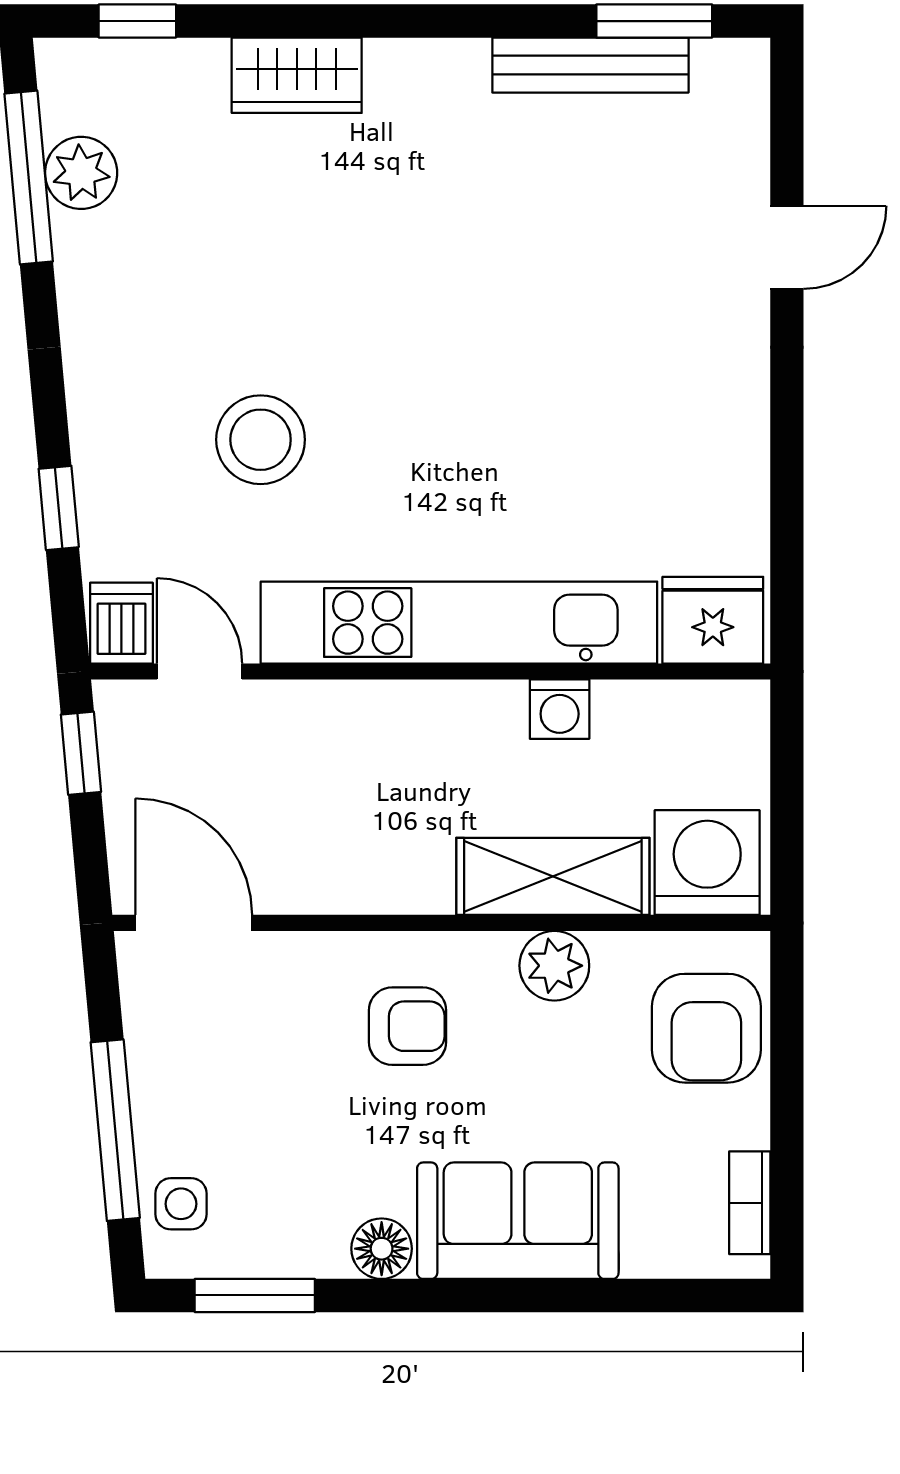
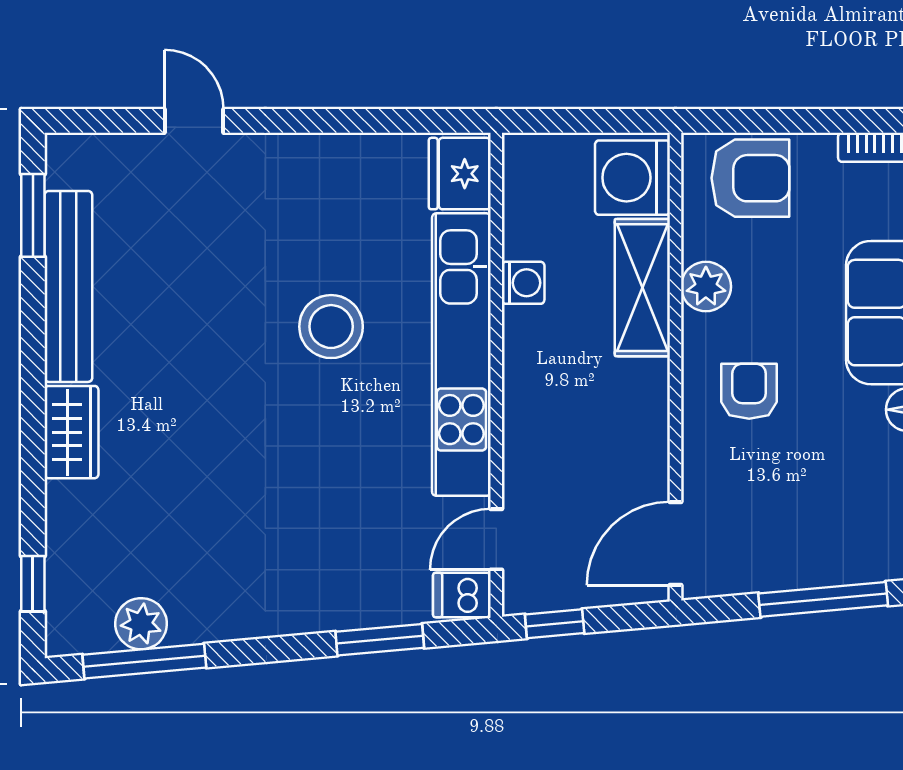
bench: (590, 65) -> (68, 286), width x1.37, depth x1.21
wardrobe: (297, 75) -> (71, 432), moved
stool: (261, 440) -> (331, 327), moved
window: (59, 508) -> (380, 640), width x1.50
side table: (181, 1204) -> (876, 553), removed

